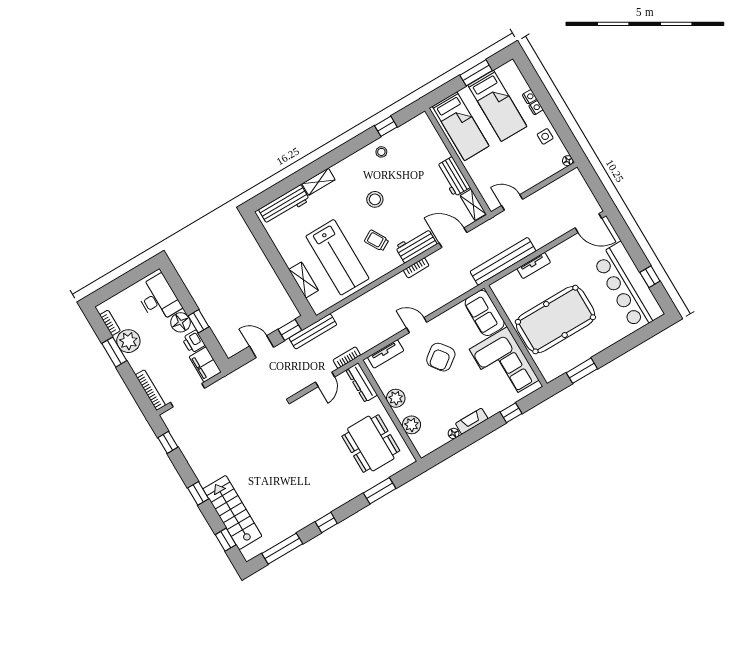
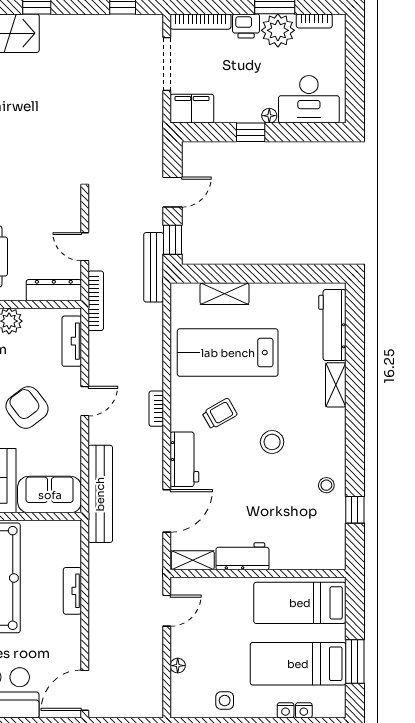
nightstand: (536, 108) -> (304, 710), moved
floor lamp: (568, 161) -> (178, 666), moved
bench: (503, 261) -> (100, 494), moved
bookcase: (416, 268) -> (156, 409), moved
floor lamp: (180, 322) -> (269, 116), width x0.53, depth x0.53
printer: (194, 342) -> (246, 26), moved, turned 180
bookcase: (347, 358) -> (96, 301), width x1.56

